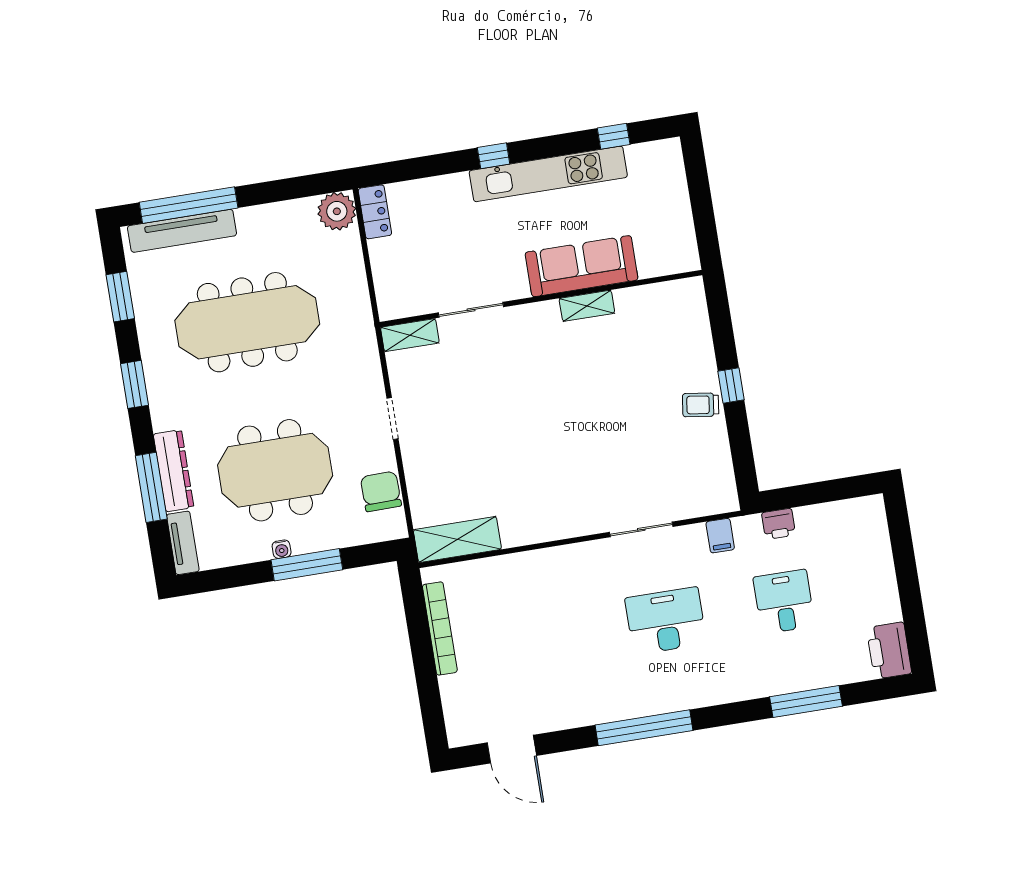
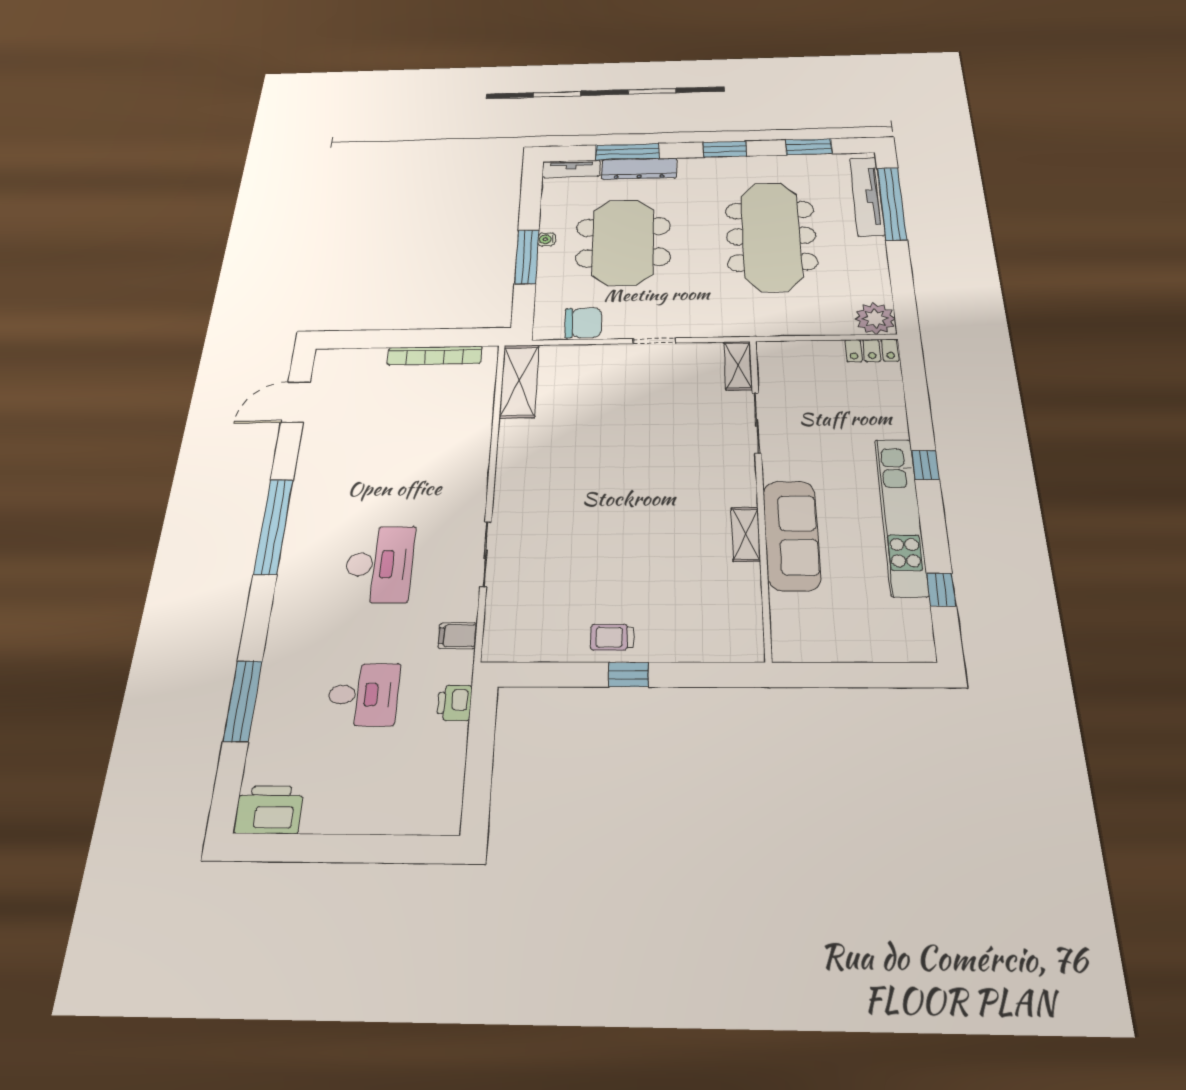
trolley: (701, 405) -> (612, 637), turned -98

